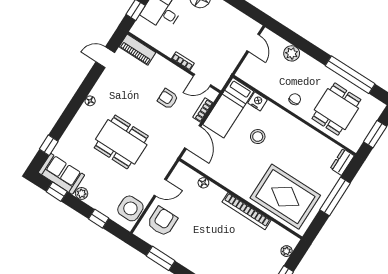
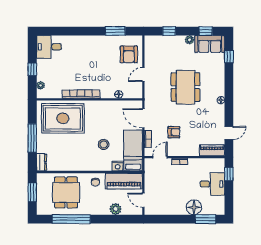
piano: (261, 79) -> (124, 181), added
dining table: (121, 142) -> (185, 87), turned 90
side table: (130, 208) -> (154, 50), removed

